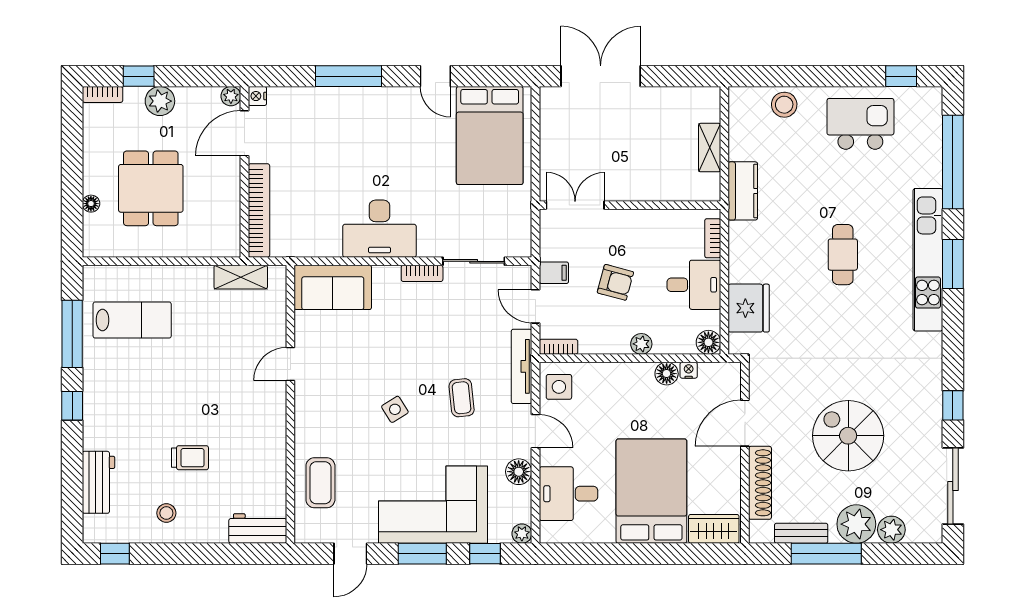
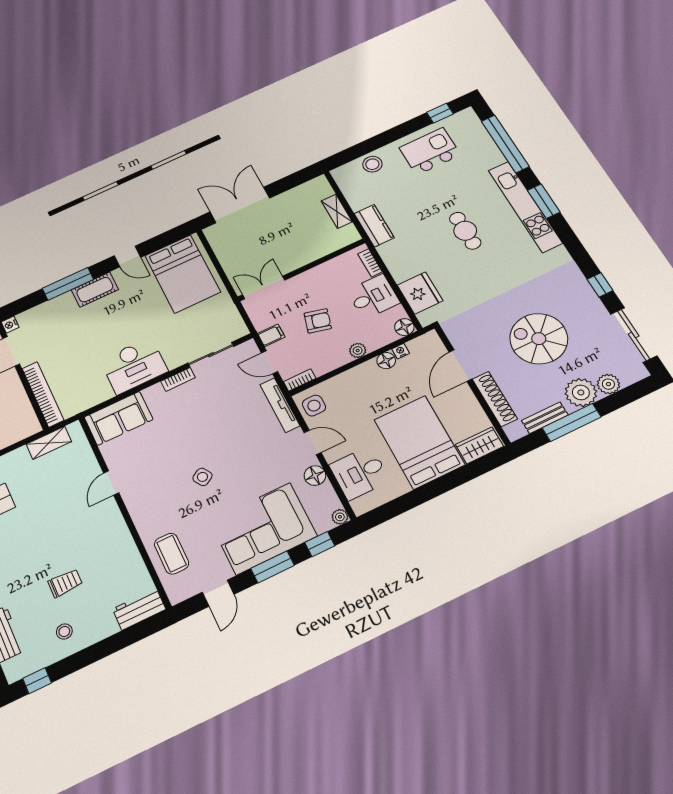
cot: (377, 102) -> (95, 290), added
coffee table: (462, 398) -> (247, 446), removed

